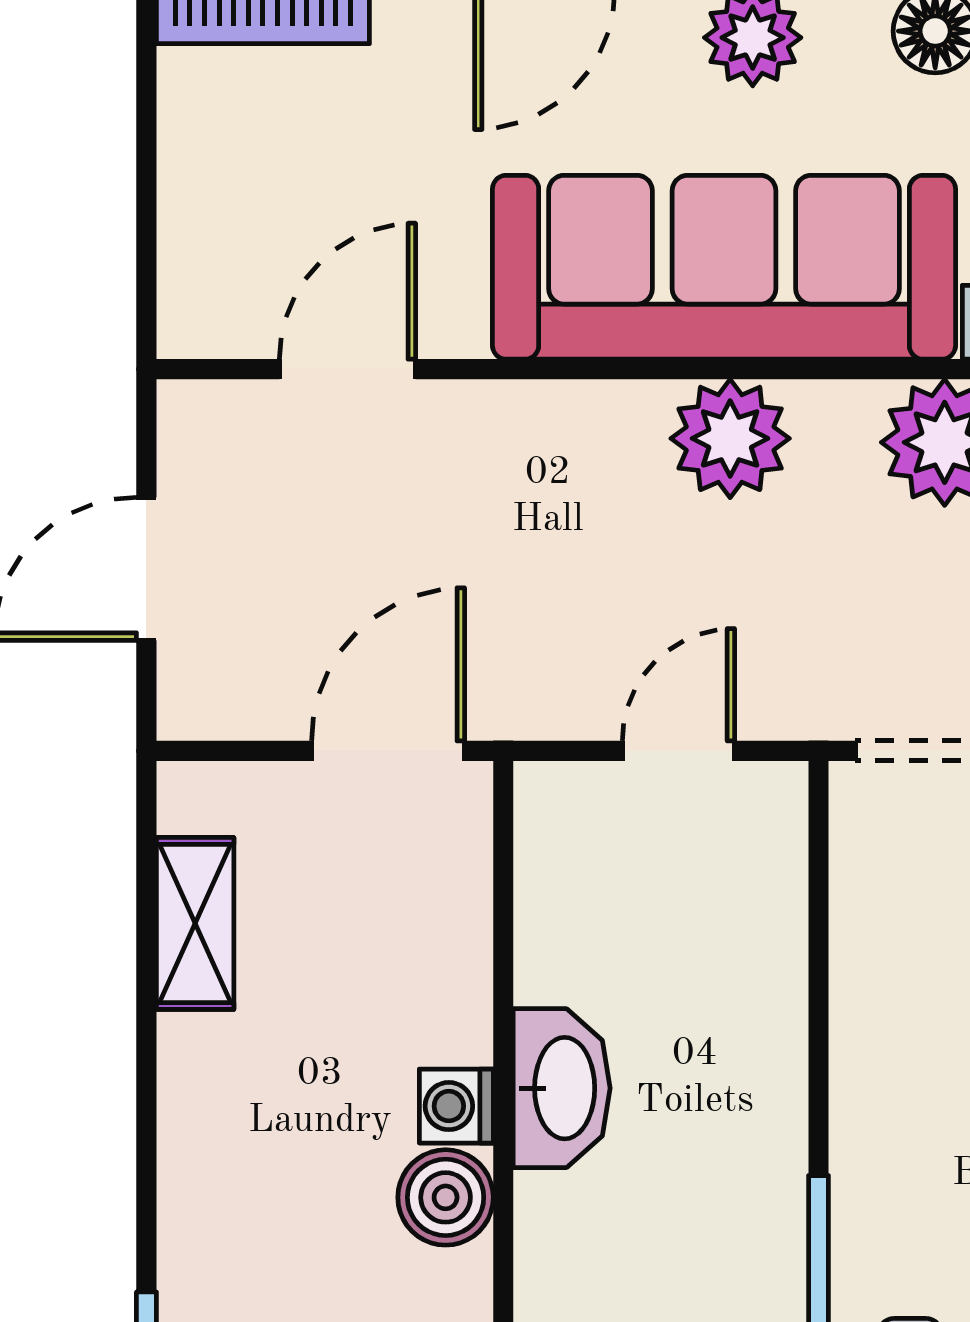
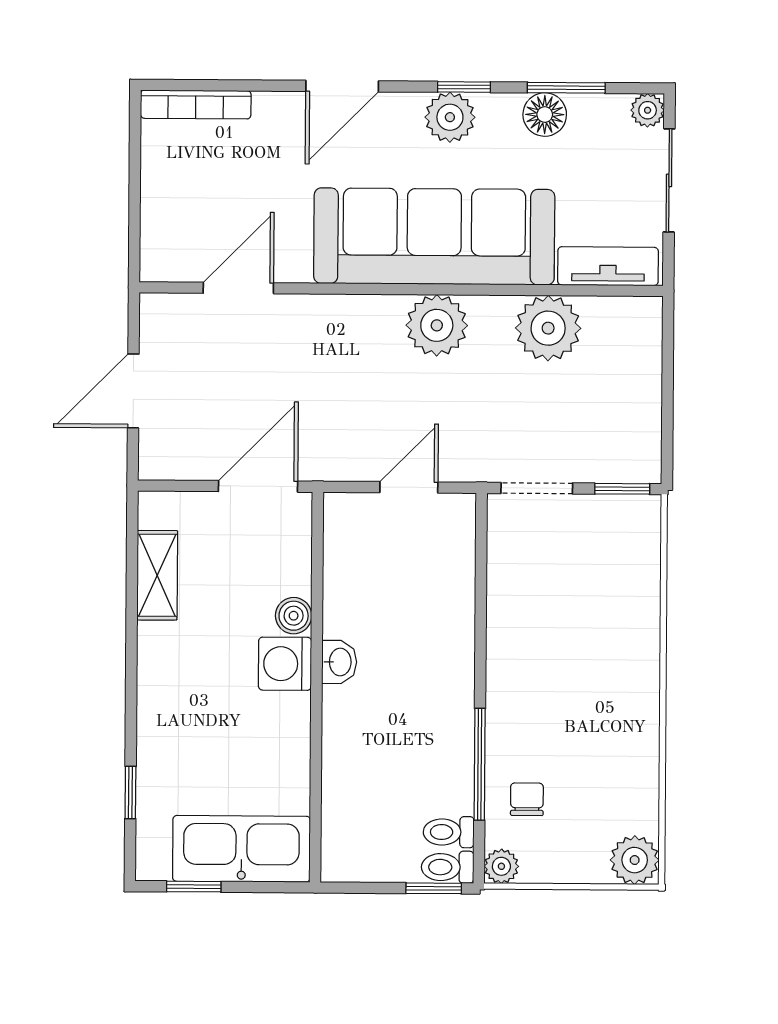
washbasin: (562, 1088) -> (339, 662), width x0.52, depth x0.69
washing machine: (456, 1106) -> (285, 664), width x1.38, depth x1.38
boiler: (446, 1197) -> (294, 616), moved, width x0.73, depth x0.73

